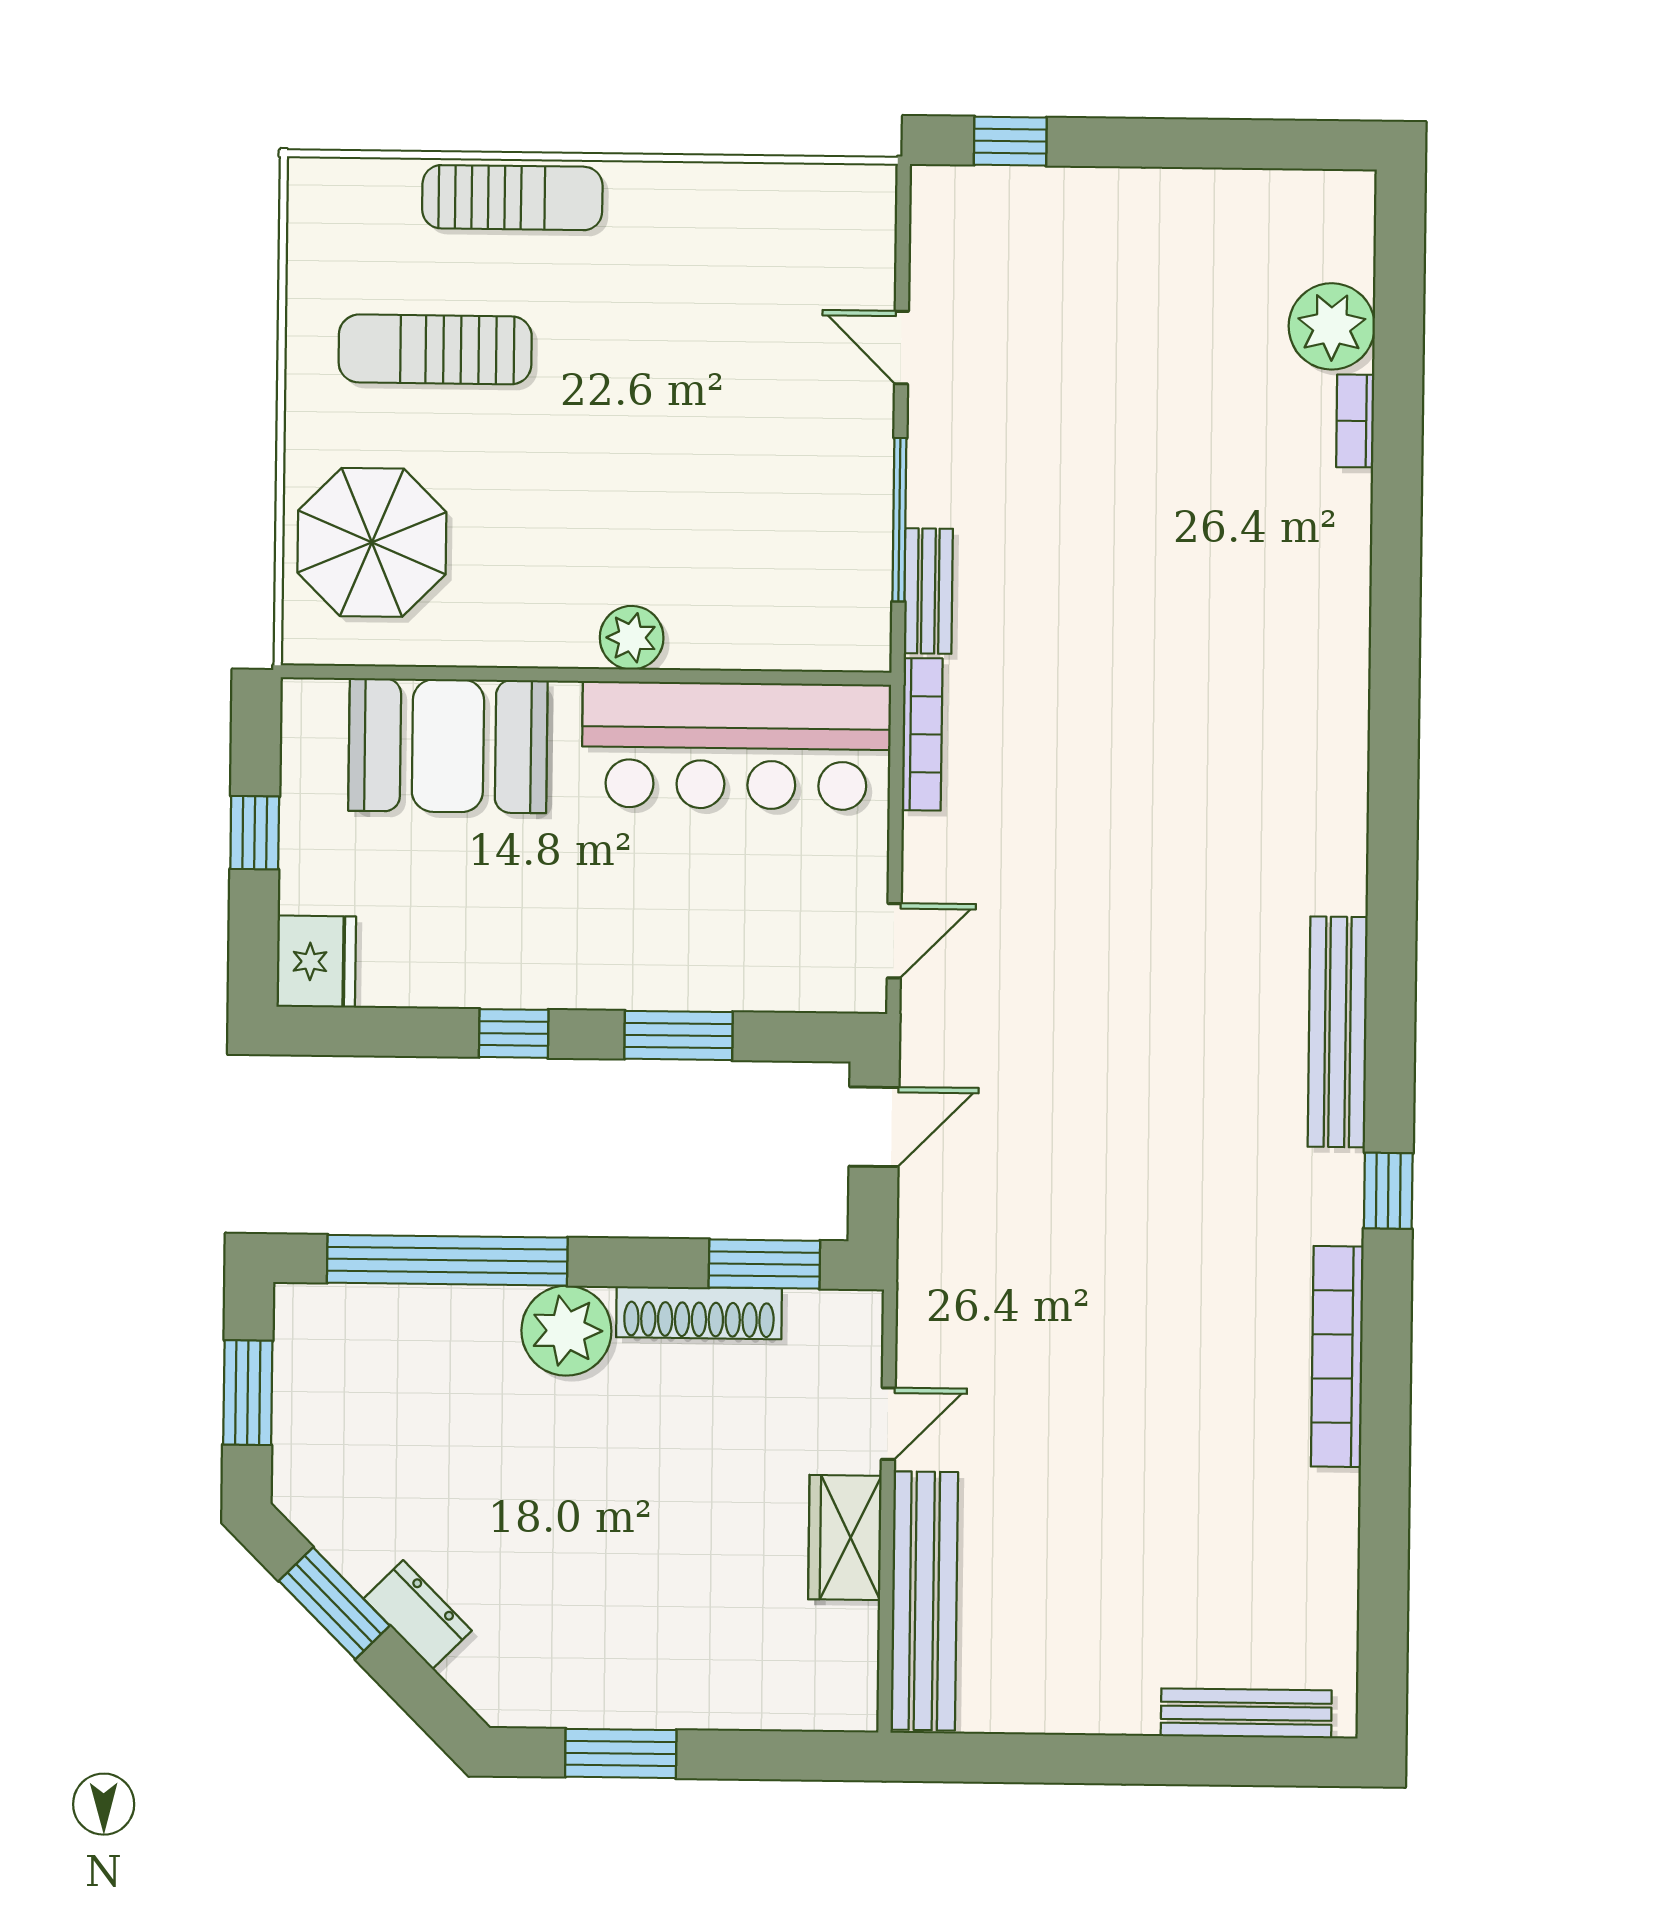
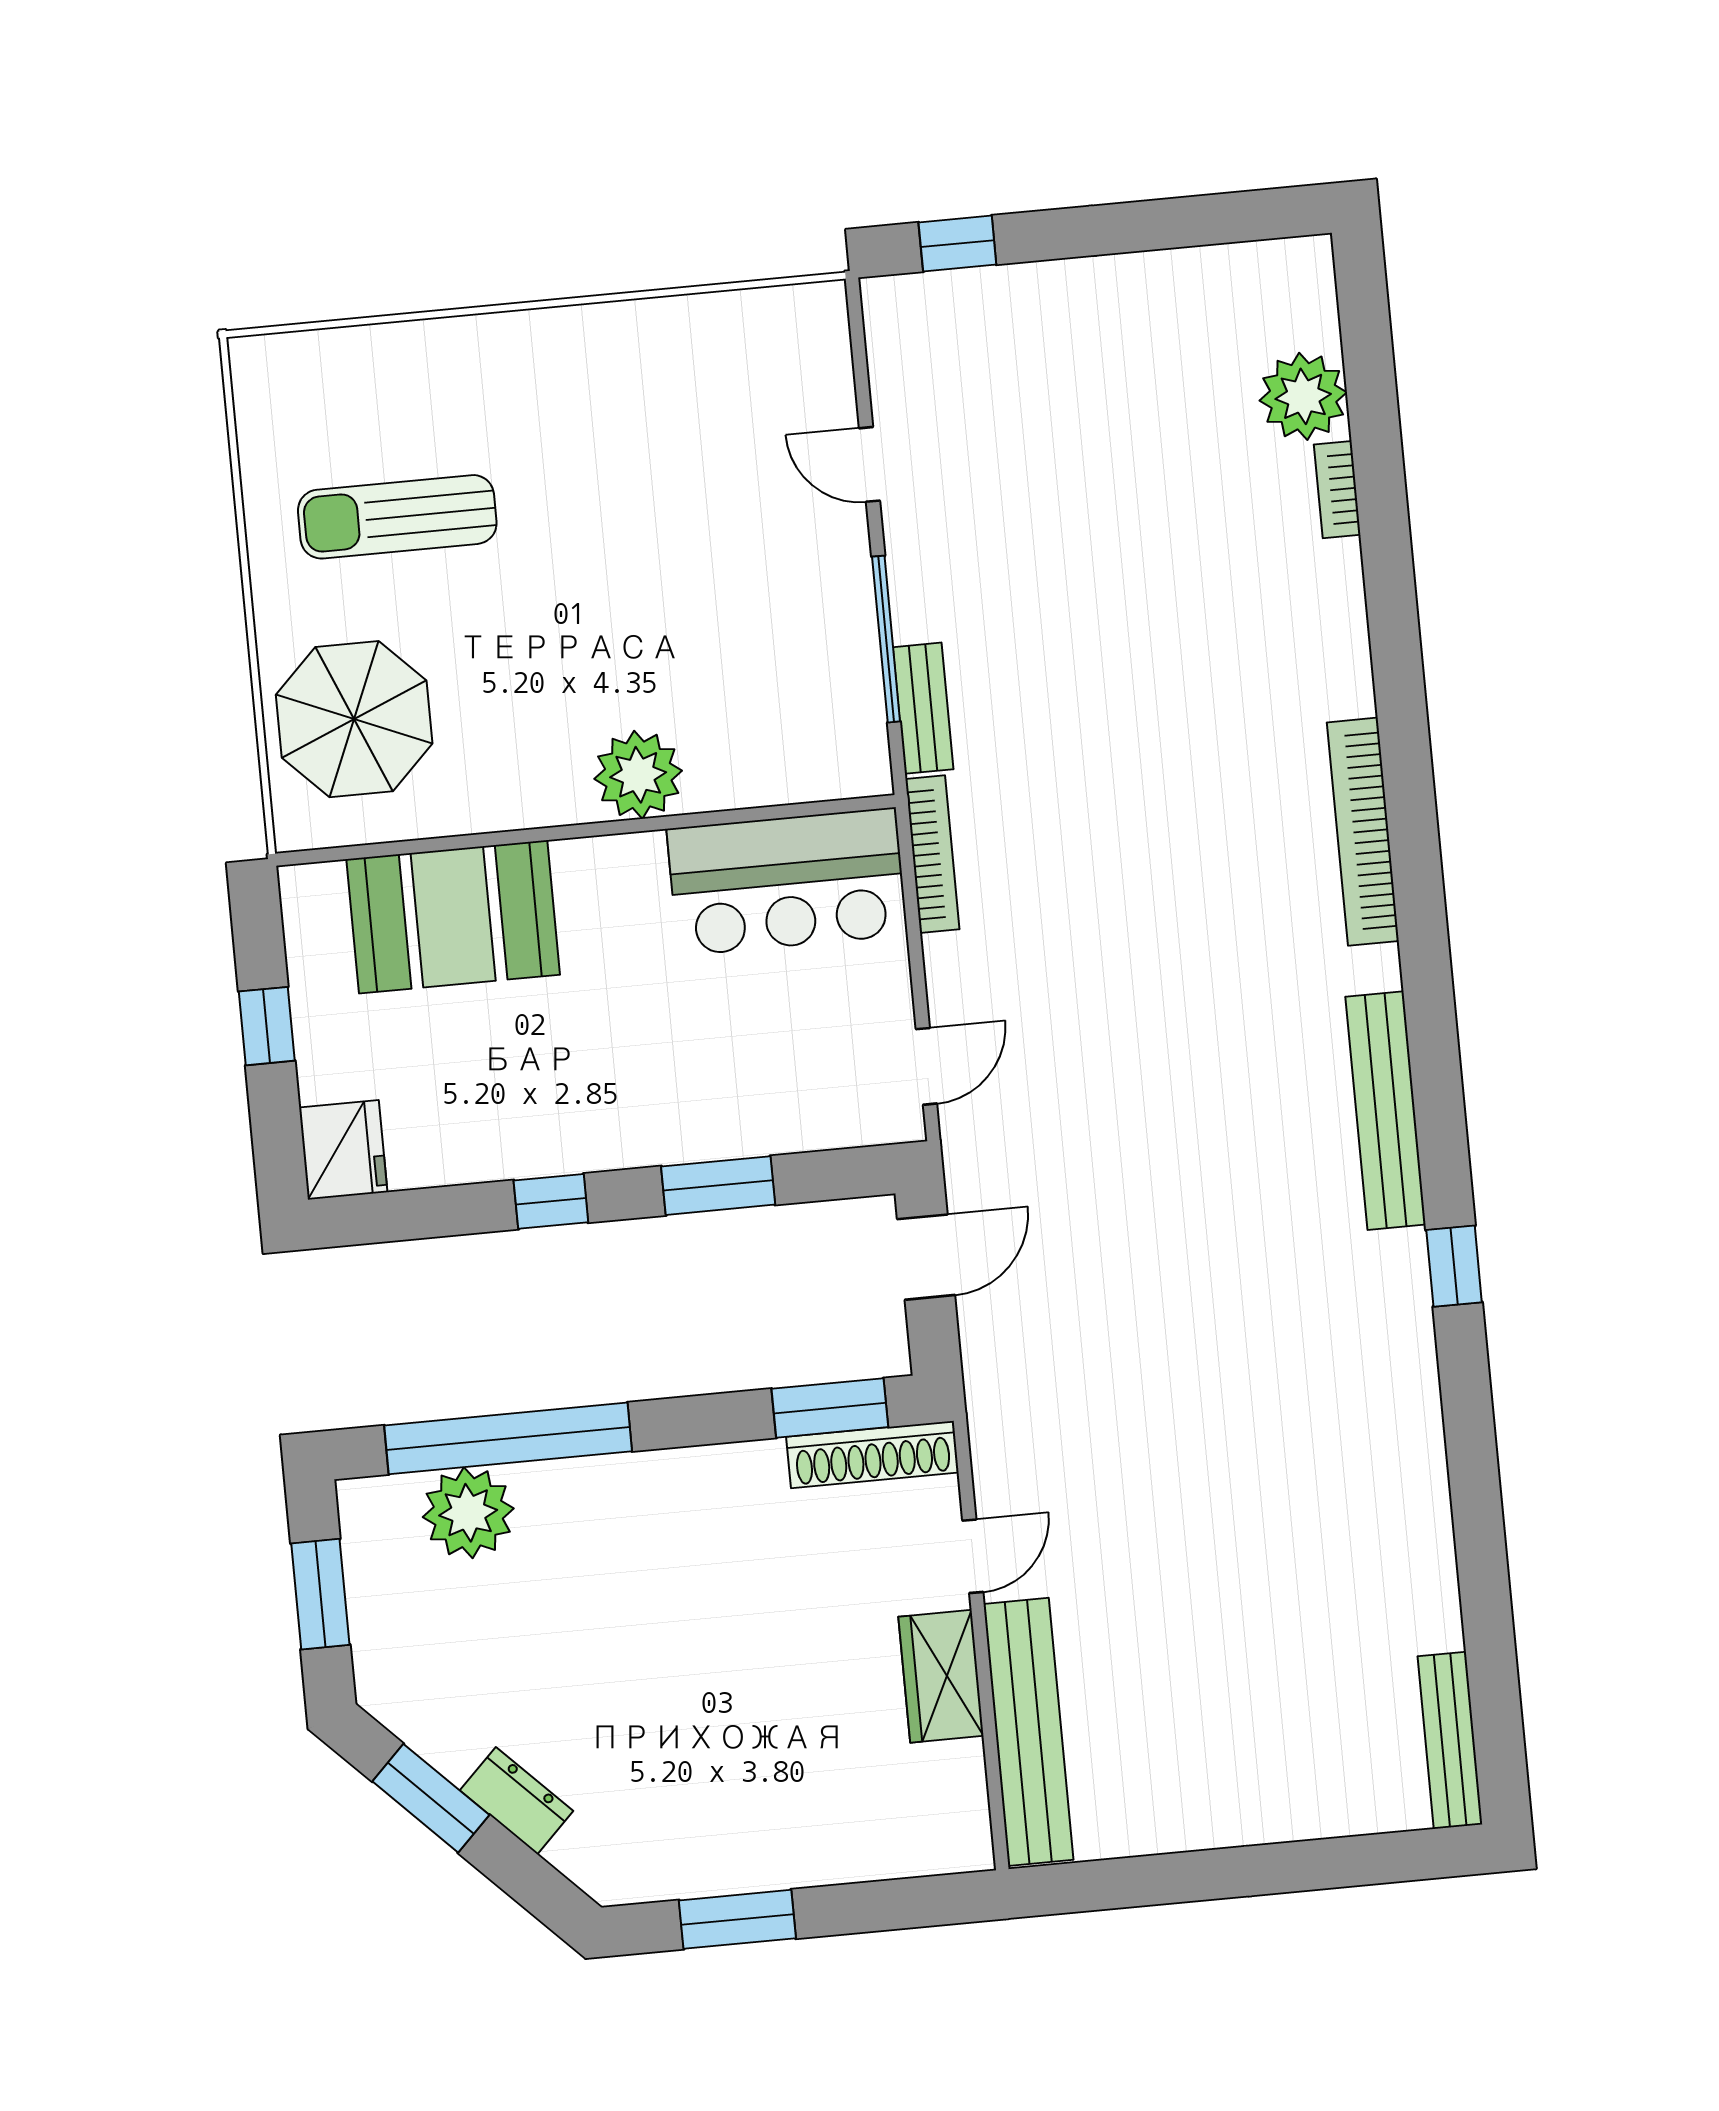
sun lounger: (512, 198) -> (459, 355), removed
plant: (632, 638) -> (638, 775), width x1.36, depth x1.36
bar counter: (736, 746) -> (787, 882), width x0.73
shoe rack: (699, 1313) -> (872, 1455), moved
plant: (566, 1331) -> (468, 1513), moved
bookcase: (1337, 1357) -> (1363, 832), moved
bench: (1246, 1713) -> (1450, 1740), moved, turned 90

